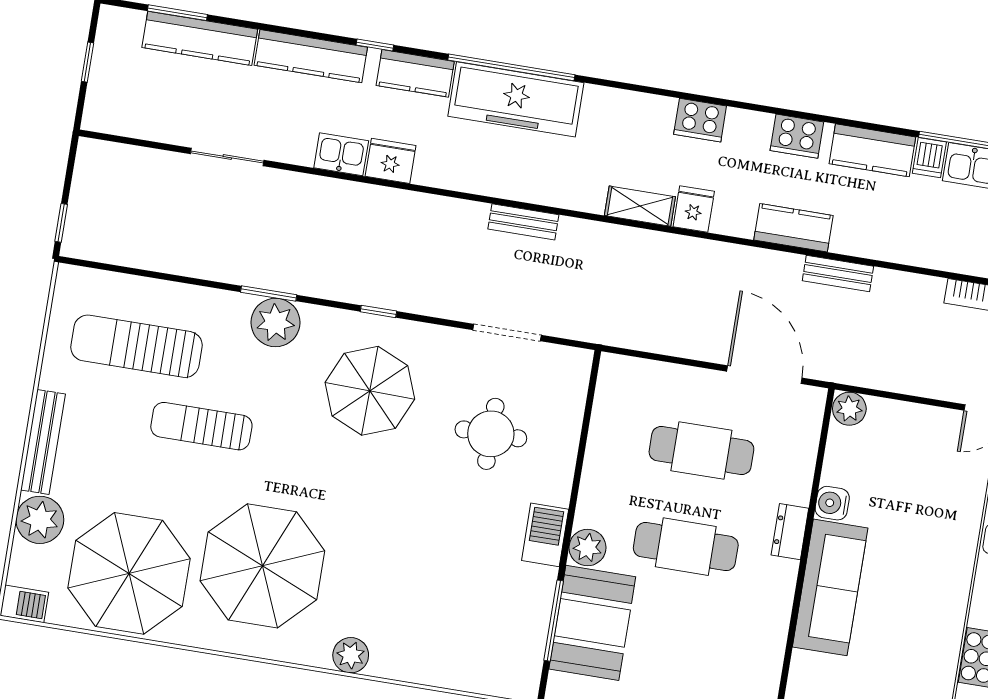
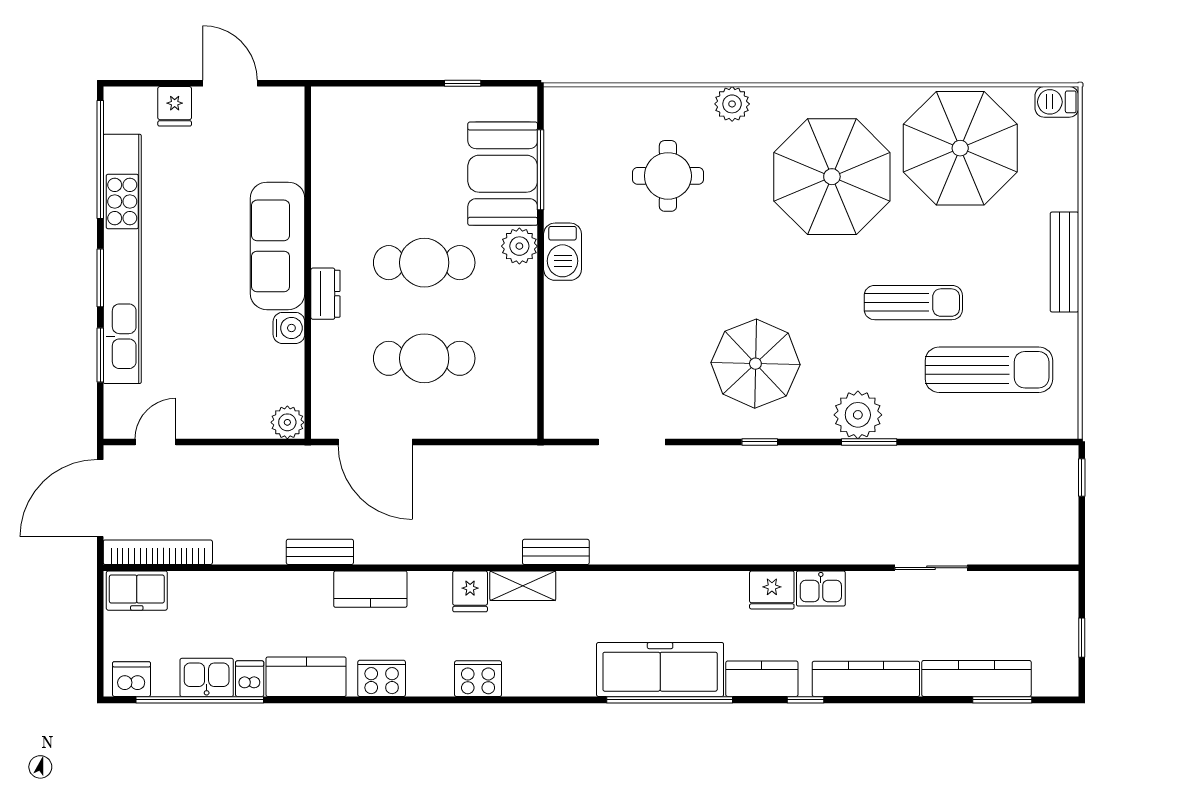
bench: (523, 222) -> (556, 552), moved
round table: (491, 434) -> (668, 176), moved
plant: (40, 520) -> (1055, 186), removed

